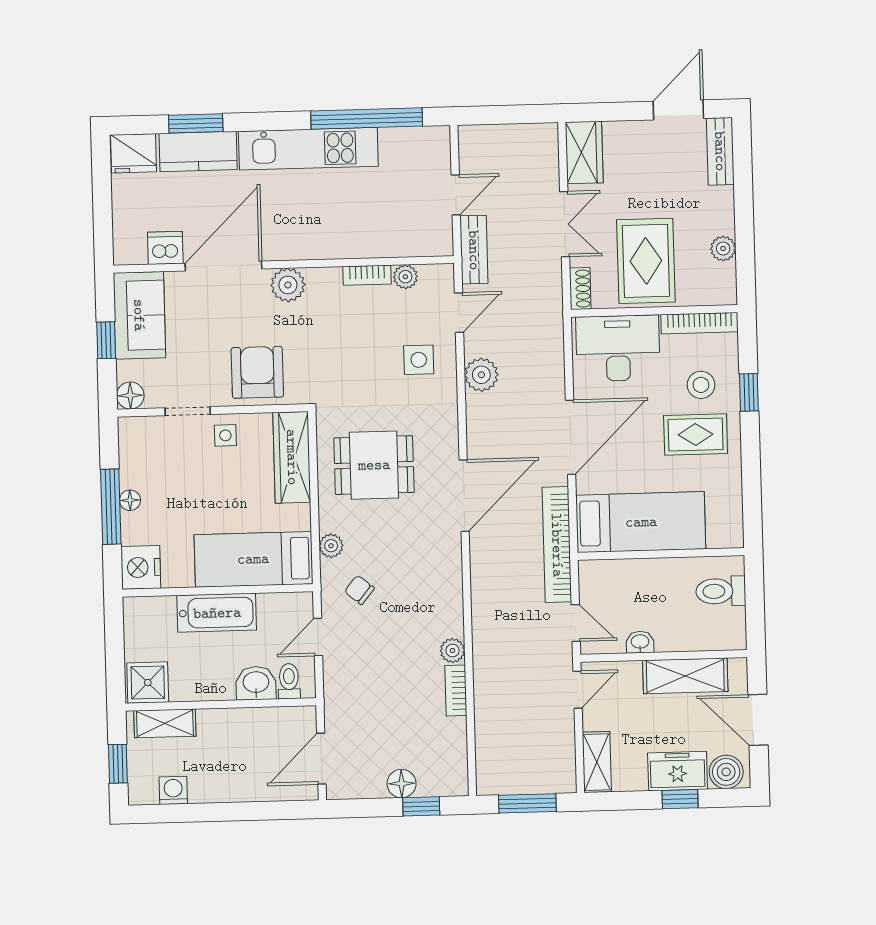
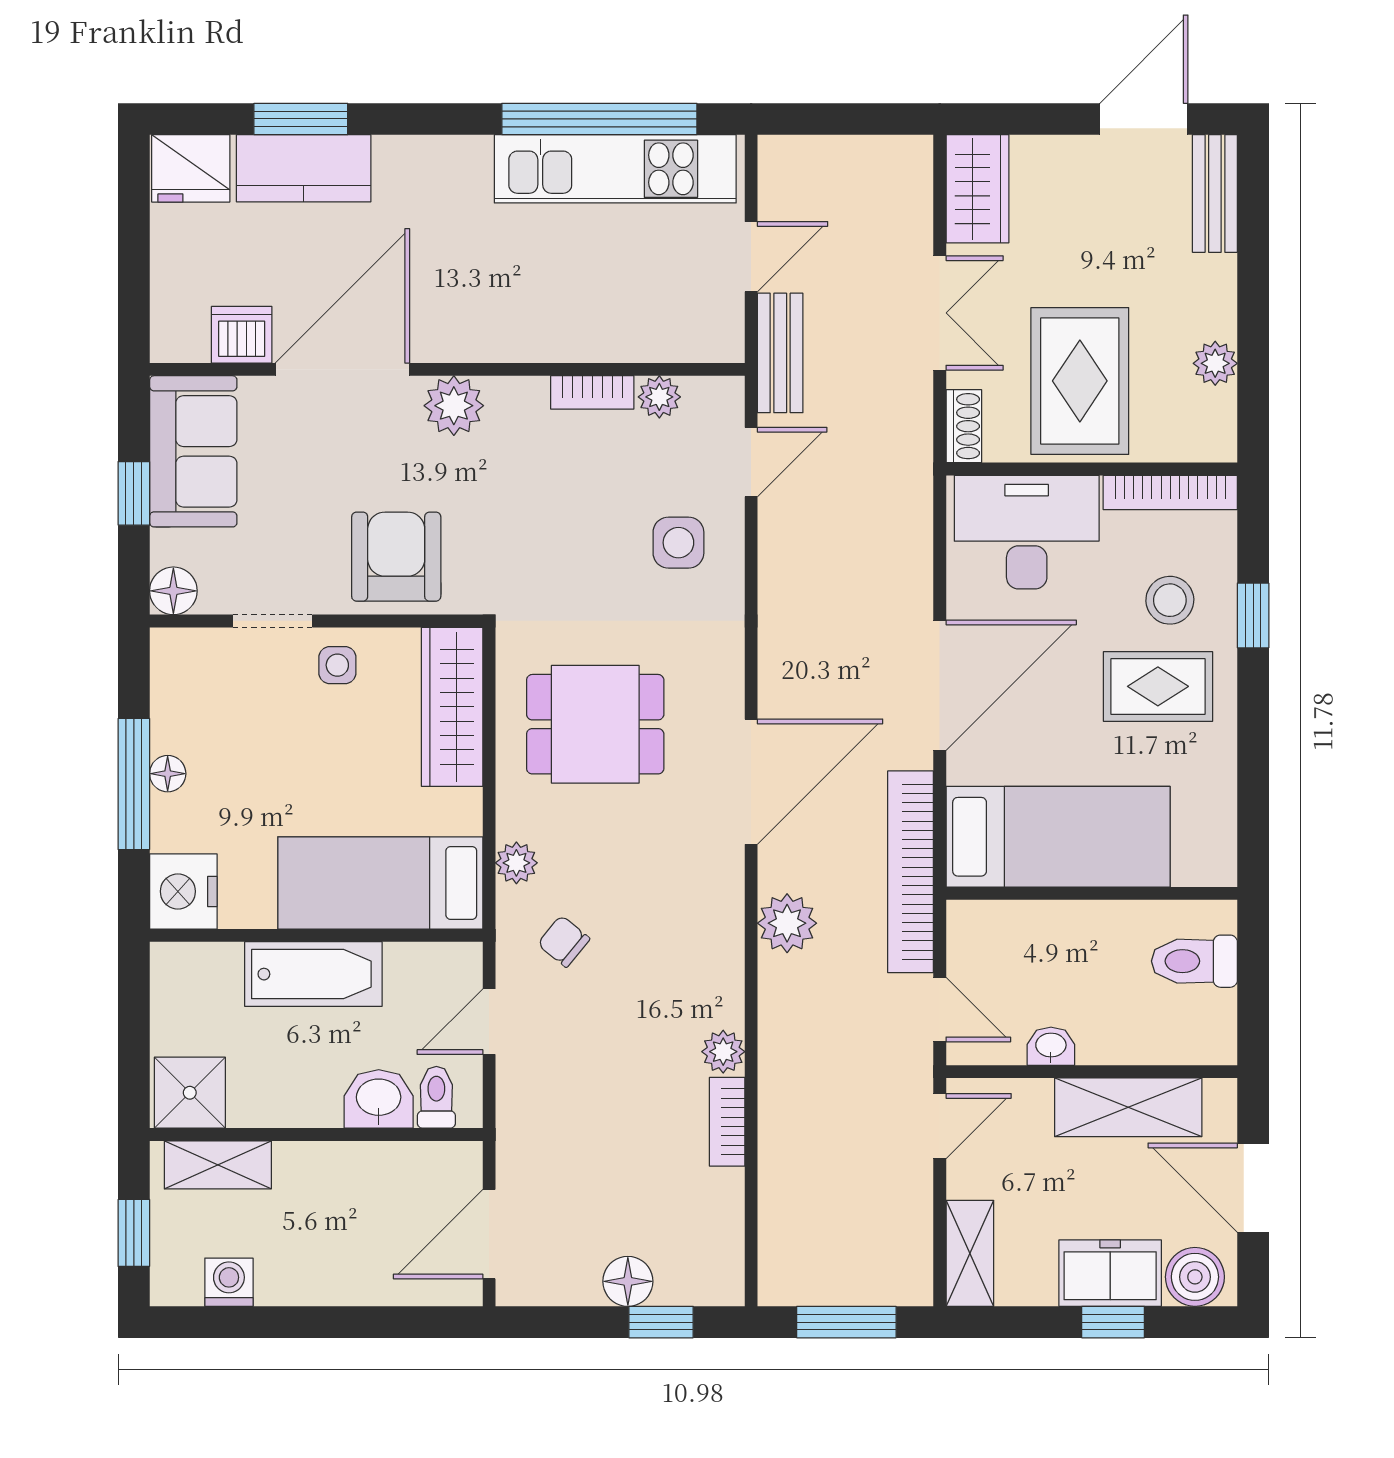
kitchen unit: (308, 149) -> (615, 169), moved
plant: (481, 375) -> (787, 923), moved

